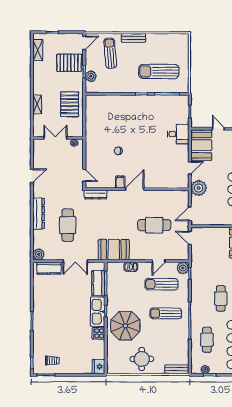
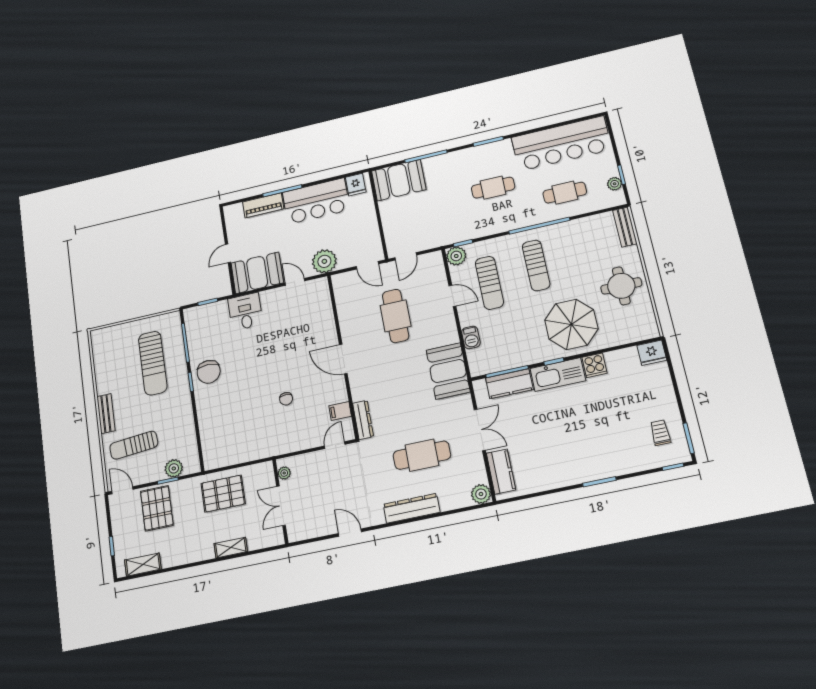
chair: (145, 106) -> (209, 372), added
filing cabinet: (120, 182) -> (340, 411), moved

